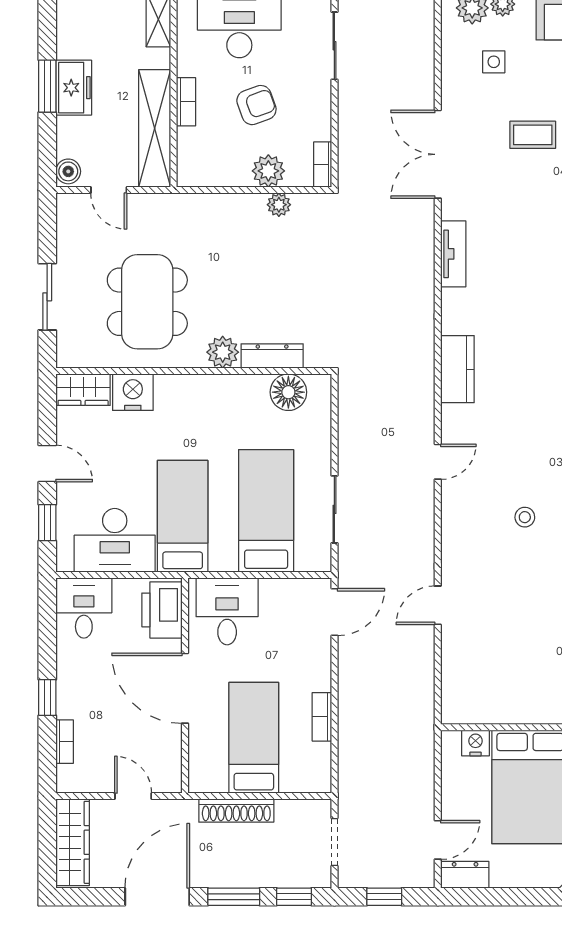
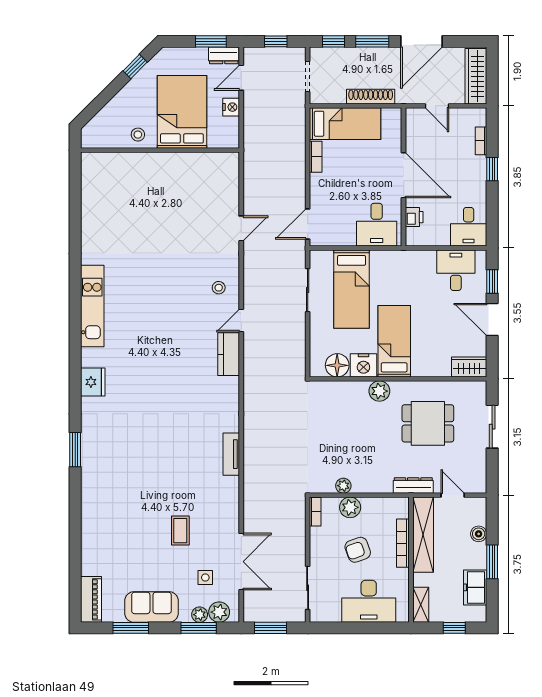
freezer: (74, 88) -> (475, 587), moved
bookcase: (186, 102) -> (403, 543), width x1.56
coffee table: (533, 135) -> (180, 531), turned 90
double door: (438, 154) -> (241, 562), moved
boiler: (68, 171) -> (479, 534), moved
dining table: (147, 302) -> (428, 423), width x0.73
dresser: (272, 356) -> (413, 485), moved, turned 180
kitchen counter: (457, 369) -> (229, 354), moved
nightstand: (133, 392) -> (363, 365), moved
door: (47, 464) -> (492, 319), width x1.38
bed: (183, 516) -> (394, 341), moved, turned 180
stool: (525, 517) -> (219, 288), moved
desk: (115, 540) -> (456, 270), width x0.73
printer: (162, 610) -> (414, 217), width x0.53, depth x0.68
bed: (254, 738) -> (345, 124), moved, turned -90
nightstand: (476, 743) -> (231, 107), moved, turned -90
window: (485, 897) -> (211, 41), added

